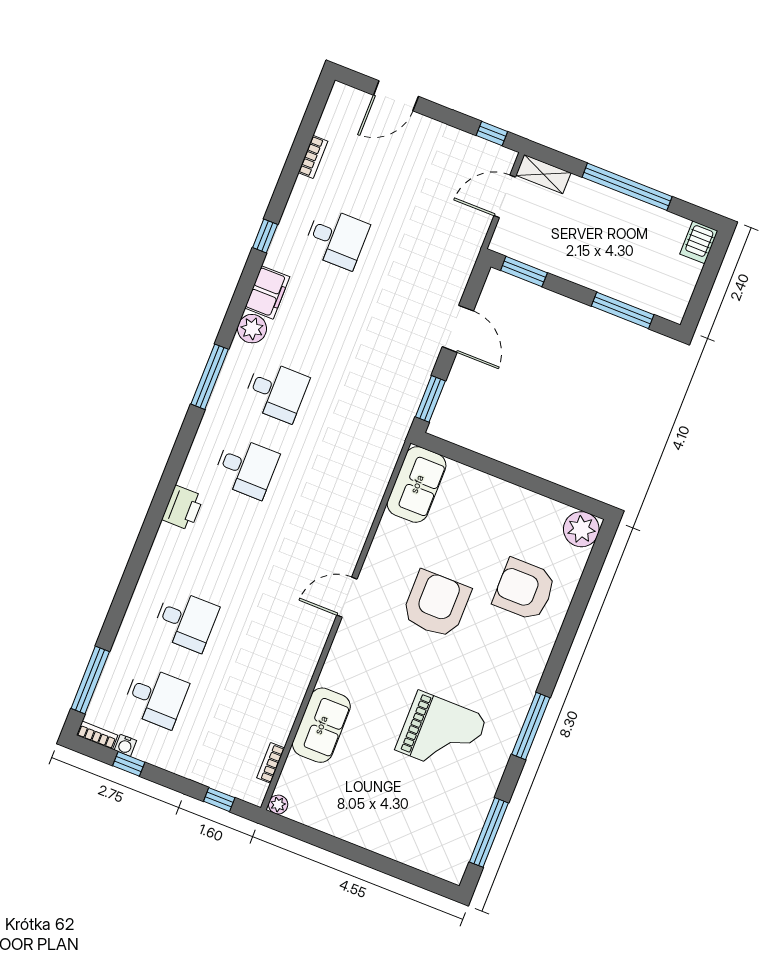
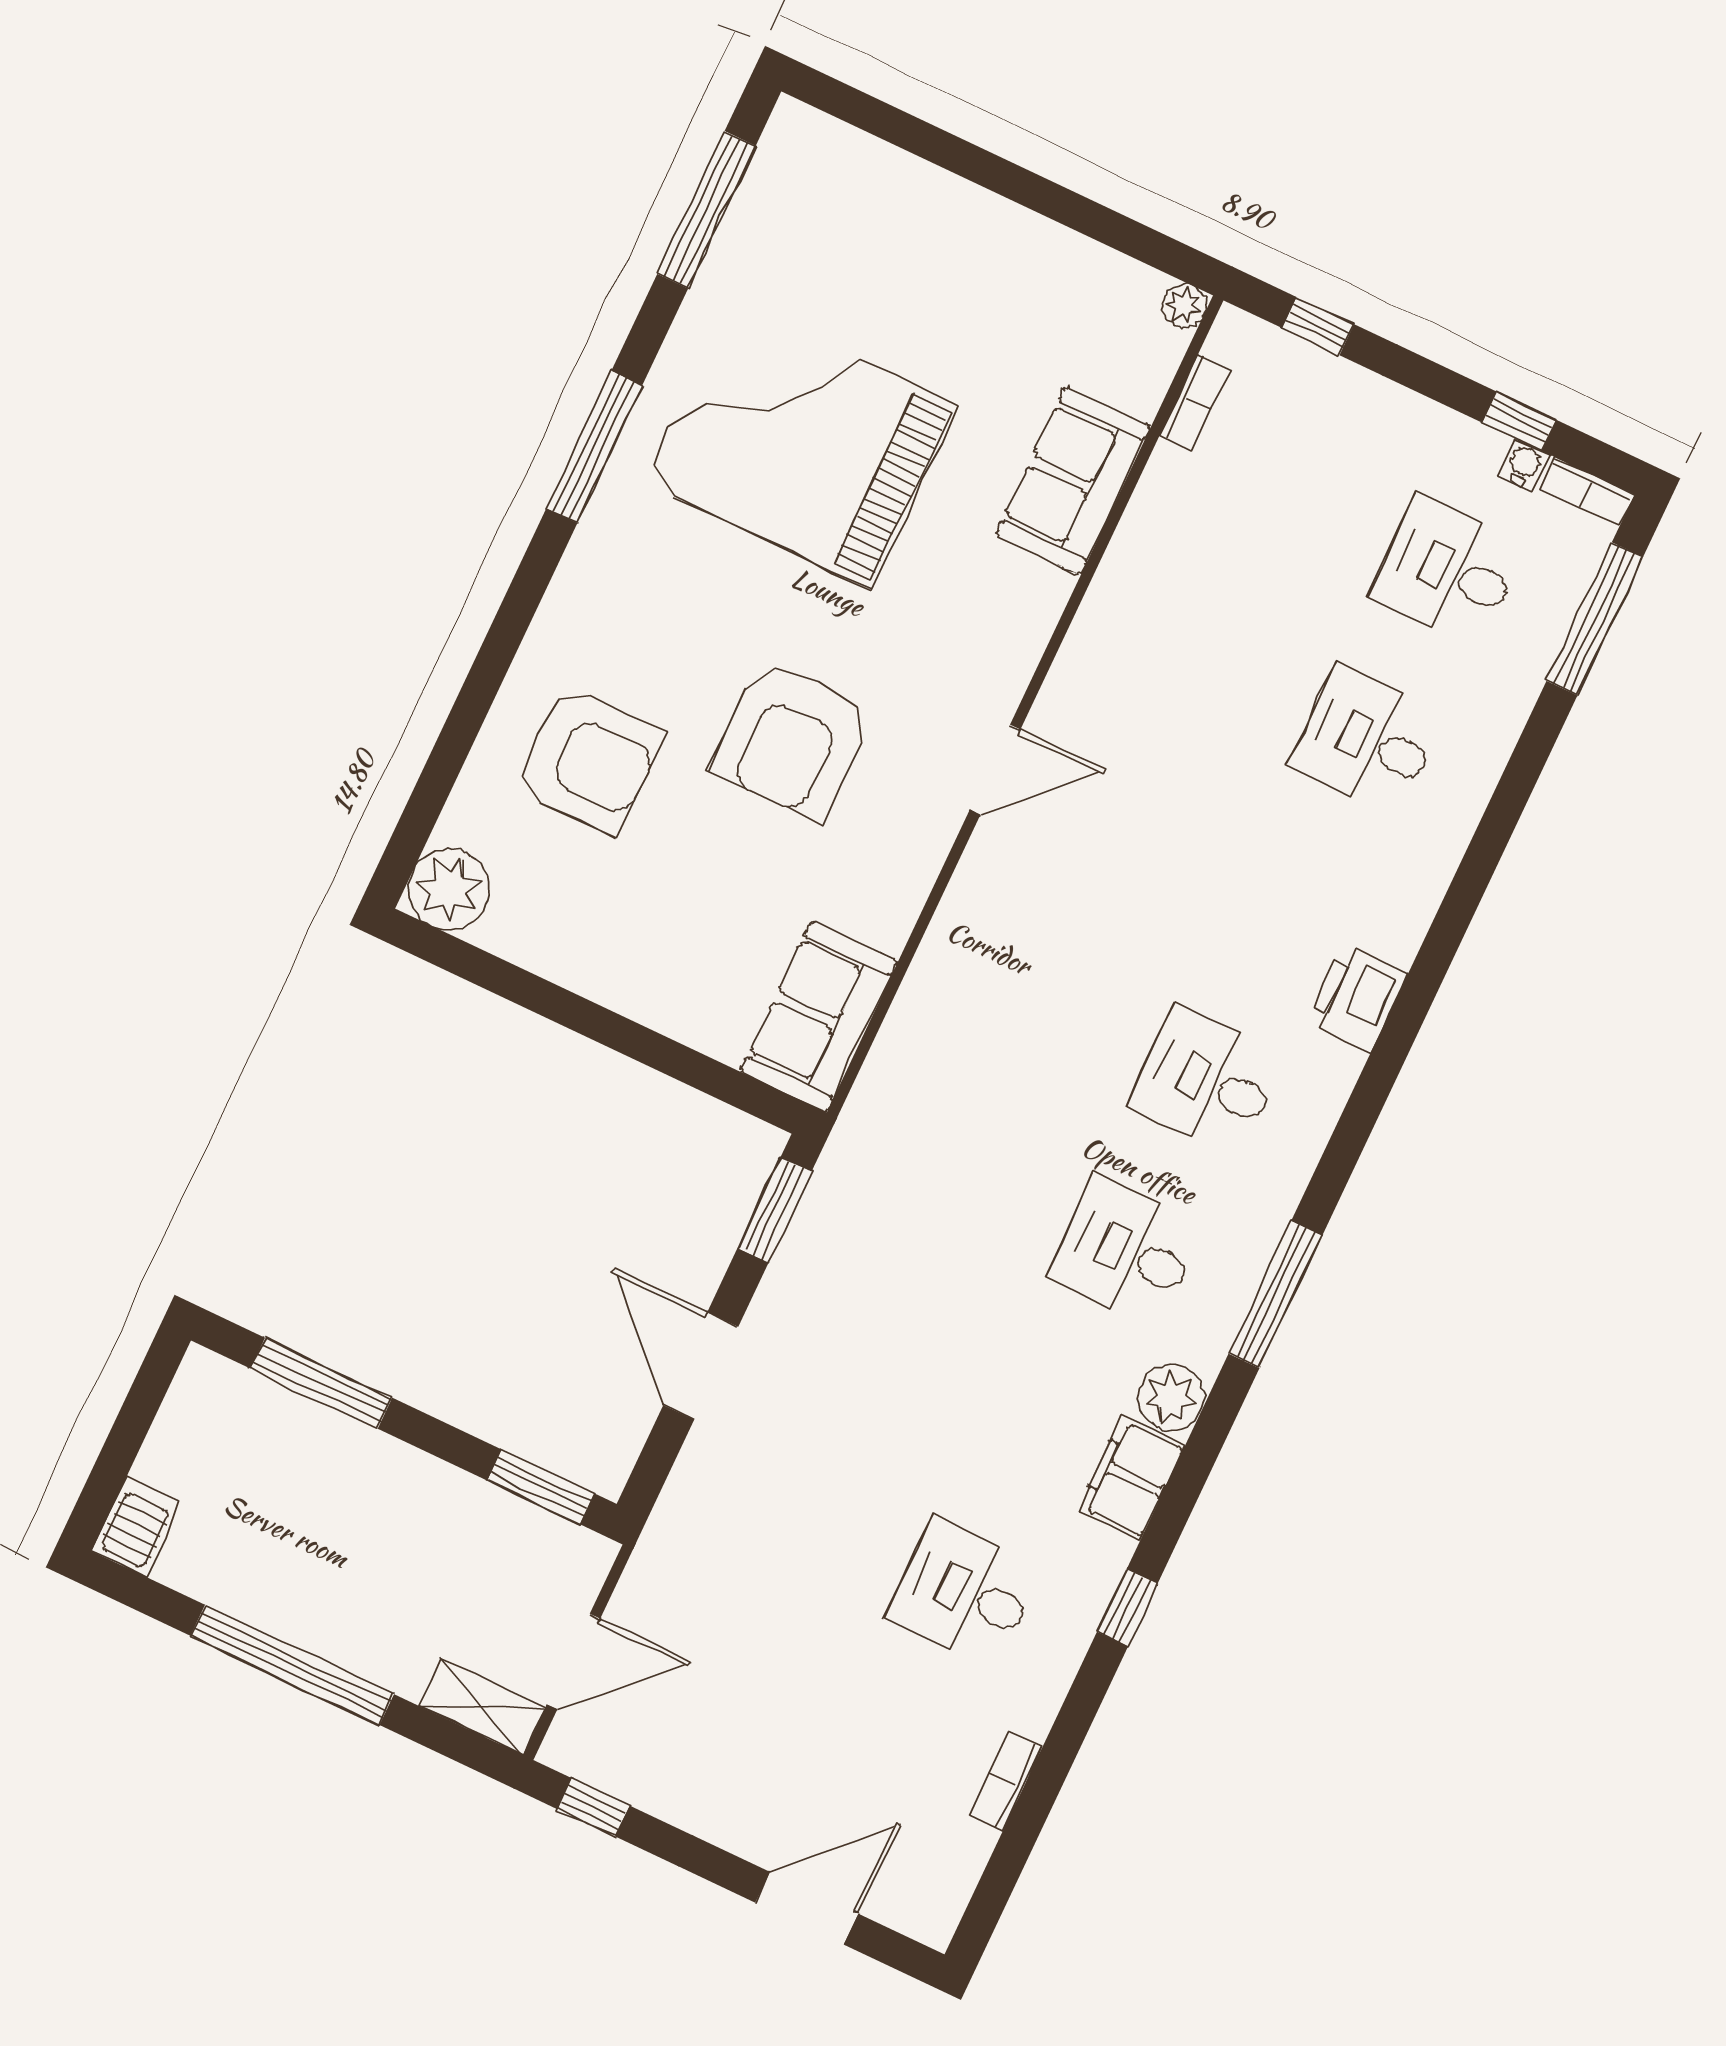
grand piano: (441, 733) -> (800, 444), width x1.37, depth x1.48

